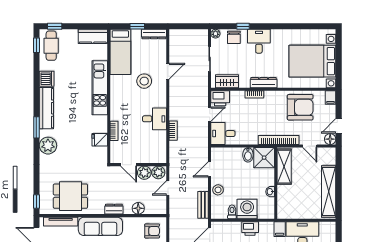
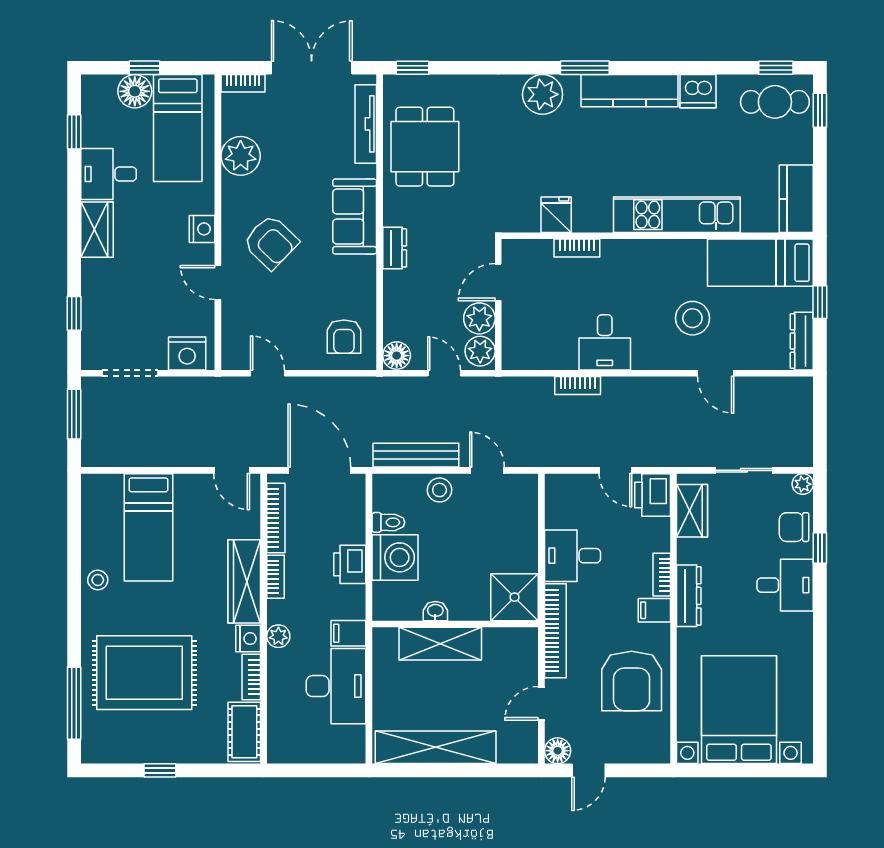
filing cabinet: (331, 98) -> (654, 610), moved
door: (339, 126) -> (588, 770), swing flipped
desk: (223, 134) -> (573, 556), moved, turned -90
bidet: (248, 155) -> (521, 560), removed
shelving: (284, 167) -> (440, 644), moved
bench: (203, 205) -> (416, 455), width x1.36
floor lamp: (138, 208) -> (397, 356), moved
sofa: (100, 226) -> (355, 216), width x0.73

